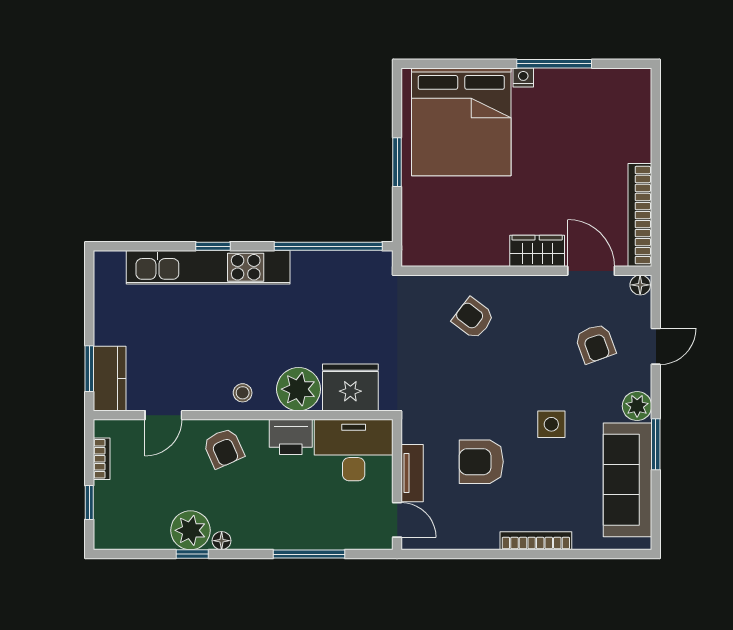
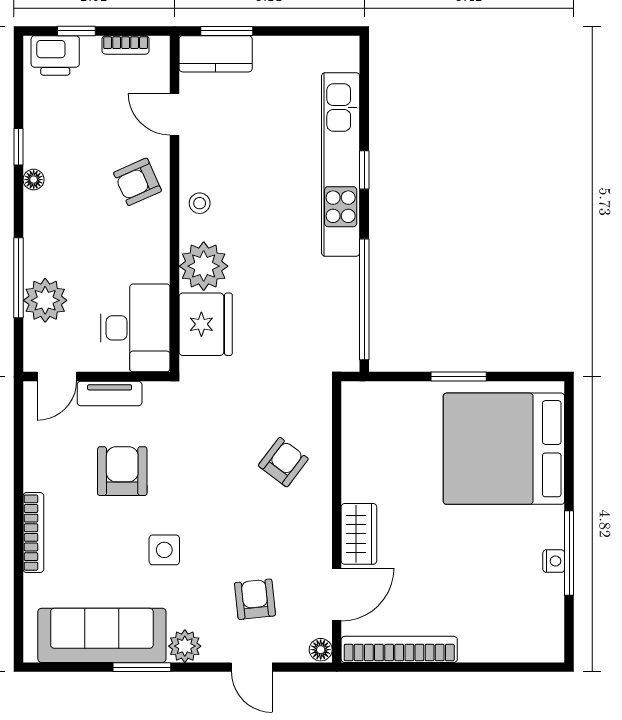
nightstand: (523, 77) -> (554, 561), moved
armchair: (595, 343) -> (255, 599), turned 104
printer: (291, 437) -> (55, 55), moved, turned -90
plant: (190, 530) -> (45, 300), moved

